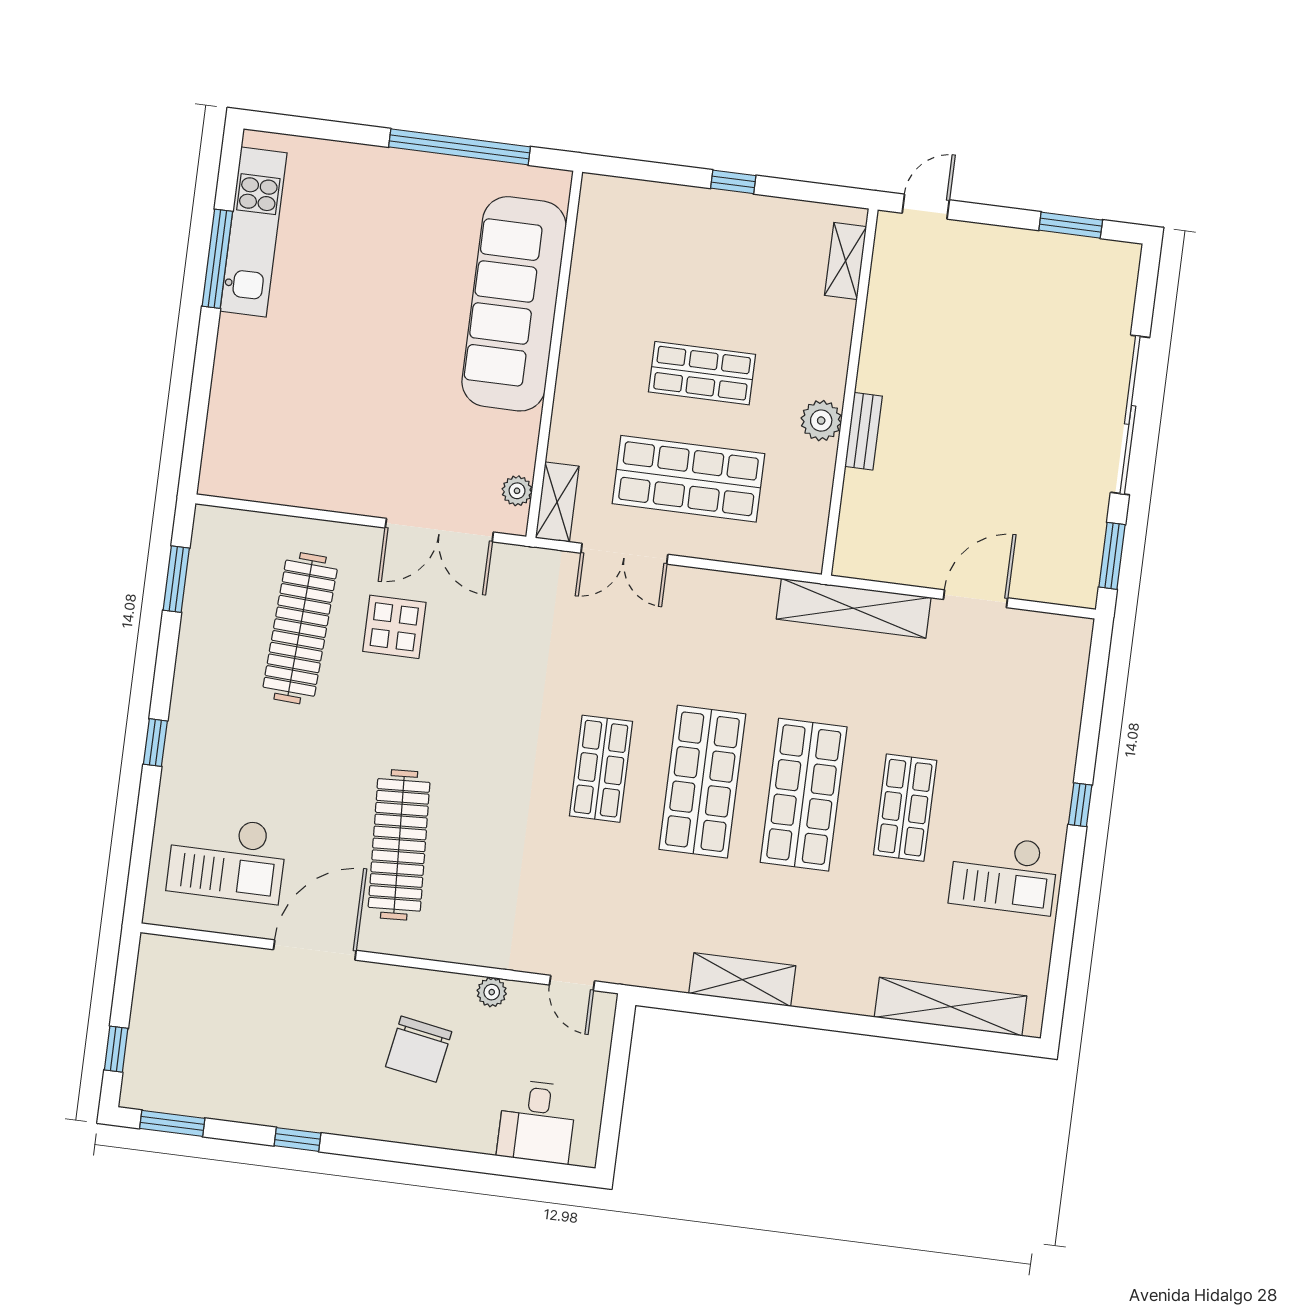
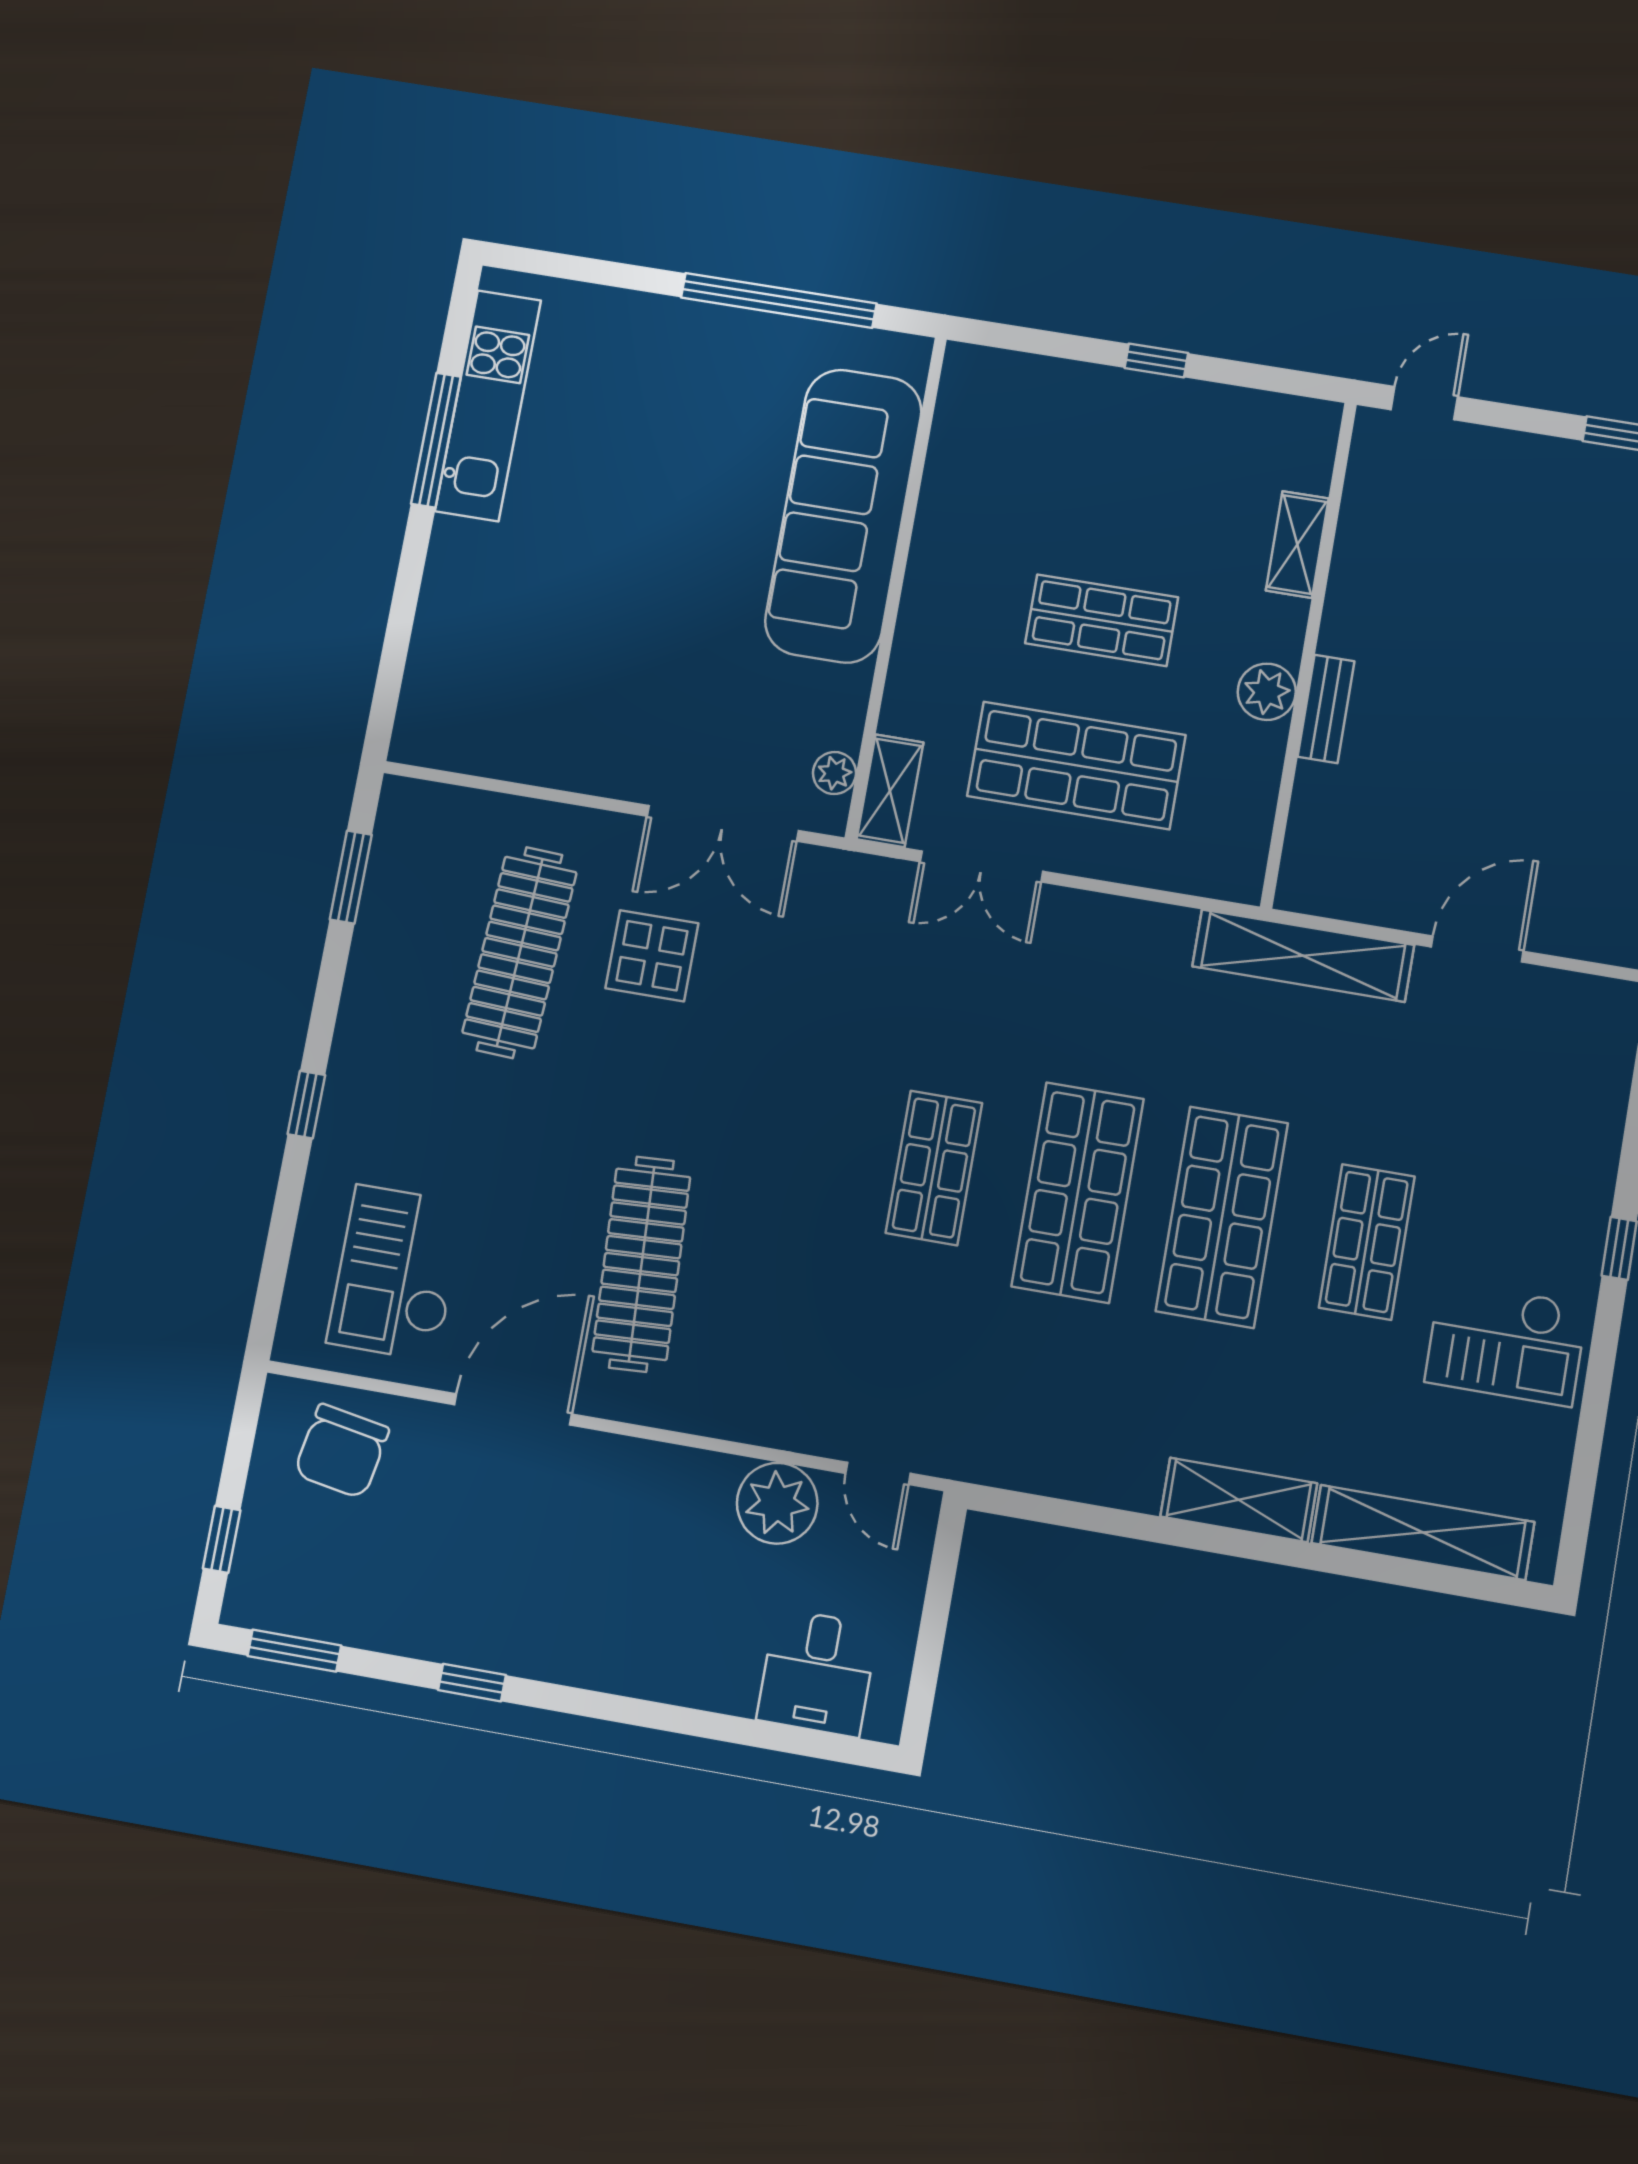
shelving: (846, 261) -> (1297, 545), moved
checkout: (227, 858) -> (397, 1273), turned 90
shelving: (742, 980) -> (1239, 1500), moved
plant: (492, 992) -> (777, 1503), width x1.87, depth x1.87
chair: (419, 1049) -> (342, 1451), moved

